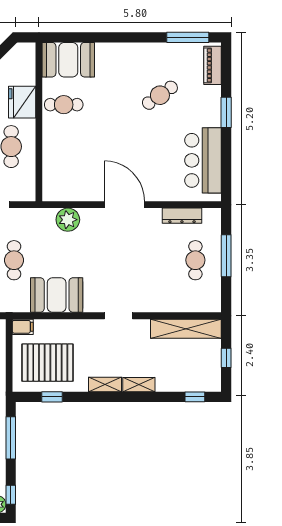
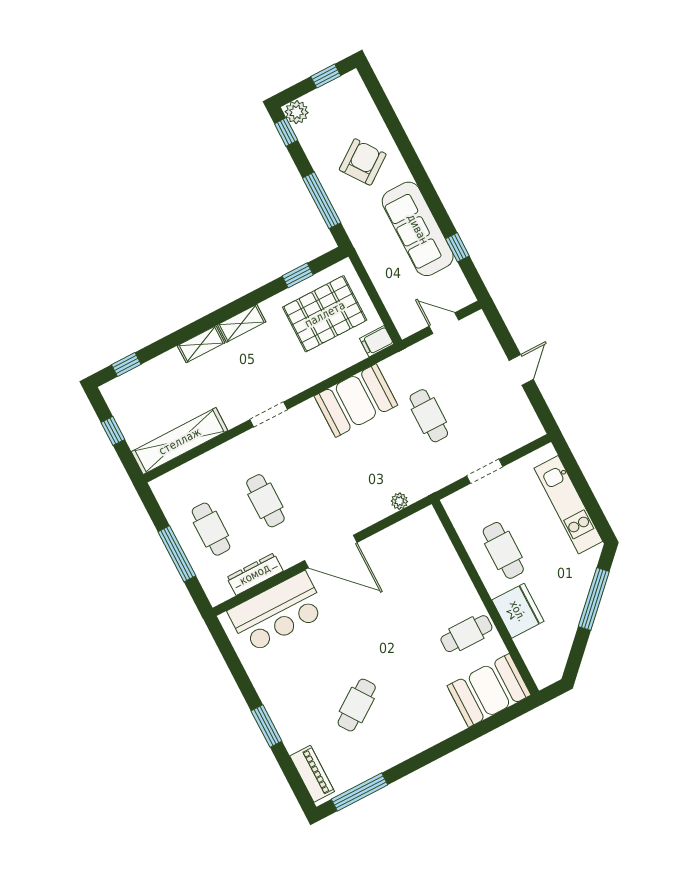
bar counter: (203, 160) -> (277, 612), moved, turned 90
plant: (68, 220) -> (399, 501), width x0.53, depth x0.53
cafe table: (150, 260) -> (265, 501), added

